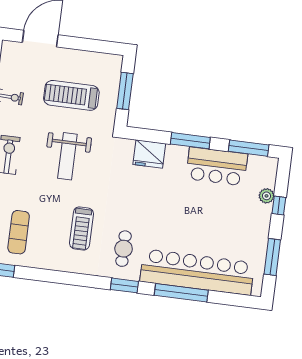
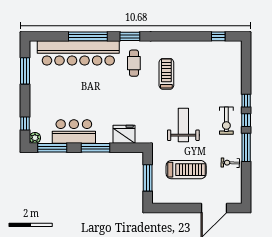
plant: (267, 196) -> (35, 138), moved
window: (279, 205) -> (25, 123), moved
exercise mat: (19, 232) -> (212, 65), removed

